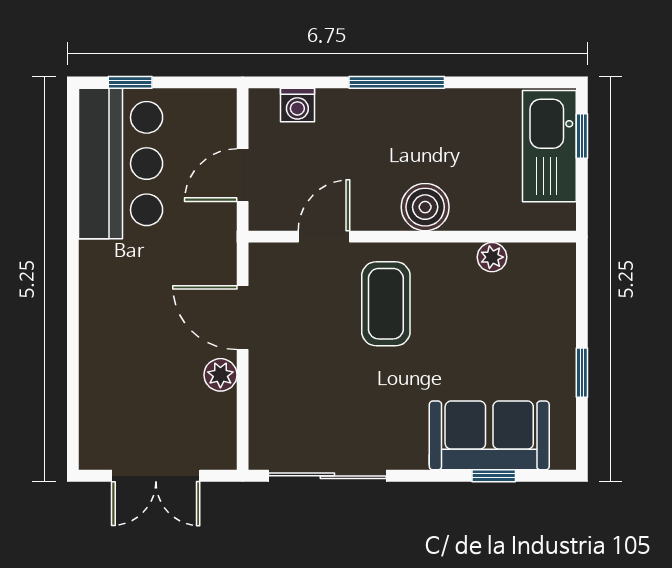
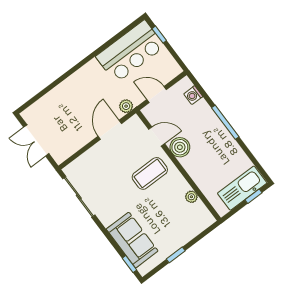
boiler: (425, 207) -> (180, 147), moved
plant: (220, 375) -> (126, 106), moved
window: (494, 476) -> (129, 264), moved

